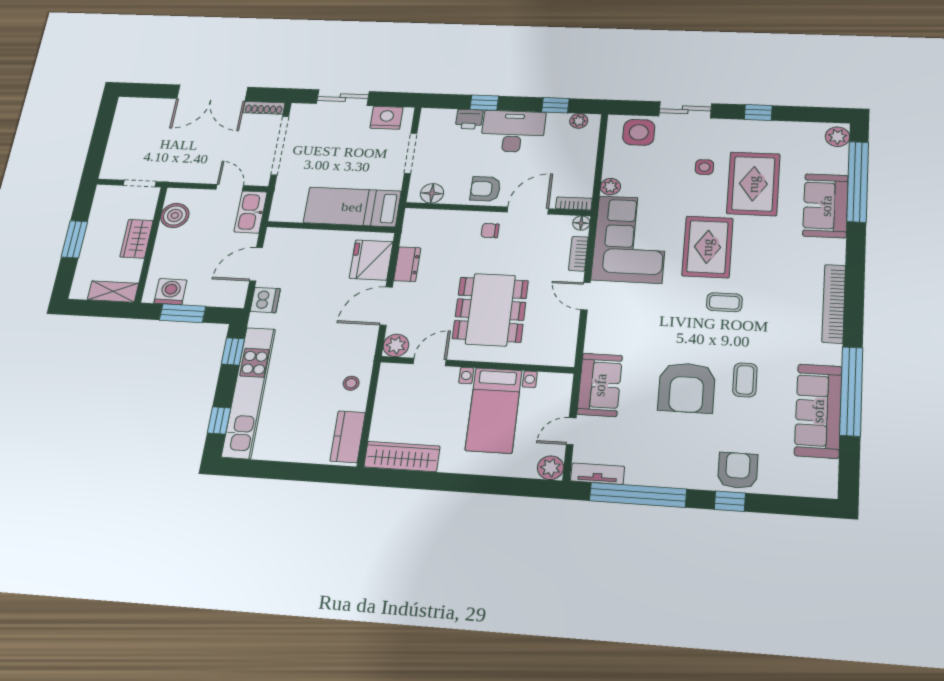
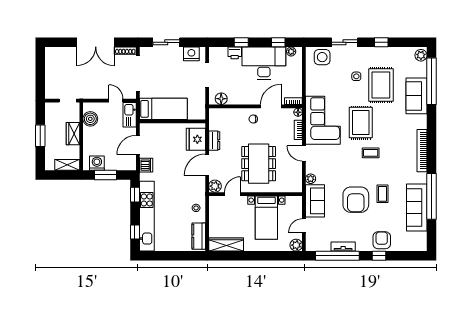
desk: (513, 131) -> (264, 63), width x1.36, depth x1.30
plant: (610, 187) -> (311, 179), moved
armchair: (485, 189) -> (248, 95), removed
bed: (352, 207) -> (163, 109), moved, turned 180
tv unit: (598, 474) -> (343, 247), moved

